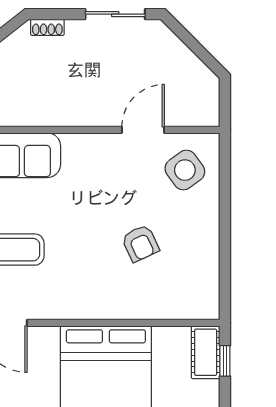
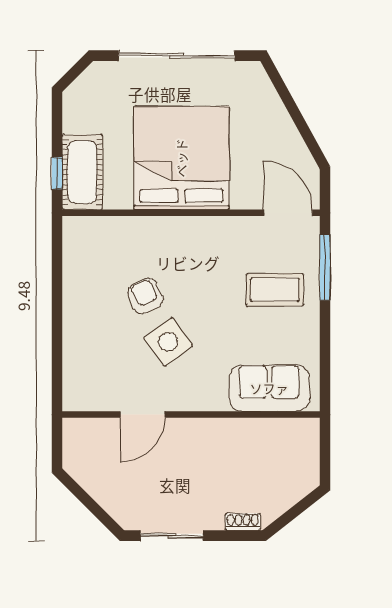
side table: (185, 170) -> (168, 342), moved
cot: (206, 352) -> (82, 172), width x1.37, depth x1.34

